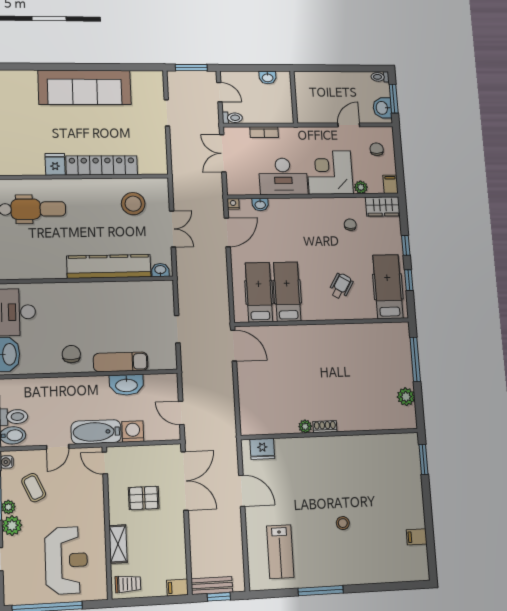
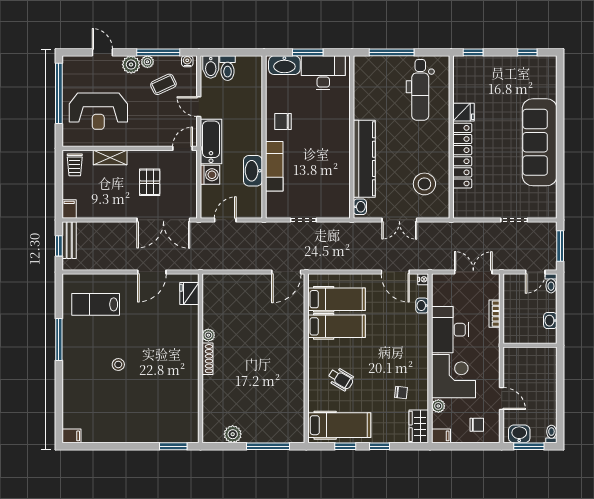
toilet: (232, 118) -> (551, 283), moved
chair: (71, 354) -> (283, 122), turned 180
shoe rack: (325, 427) -> (207, 359), width x1.43
filing cabinet: (417, 537) -> (71, 436), moved, turned 90

